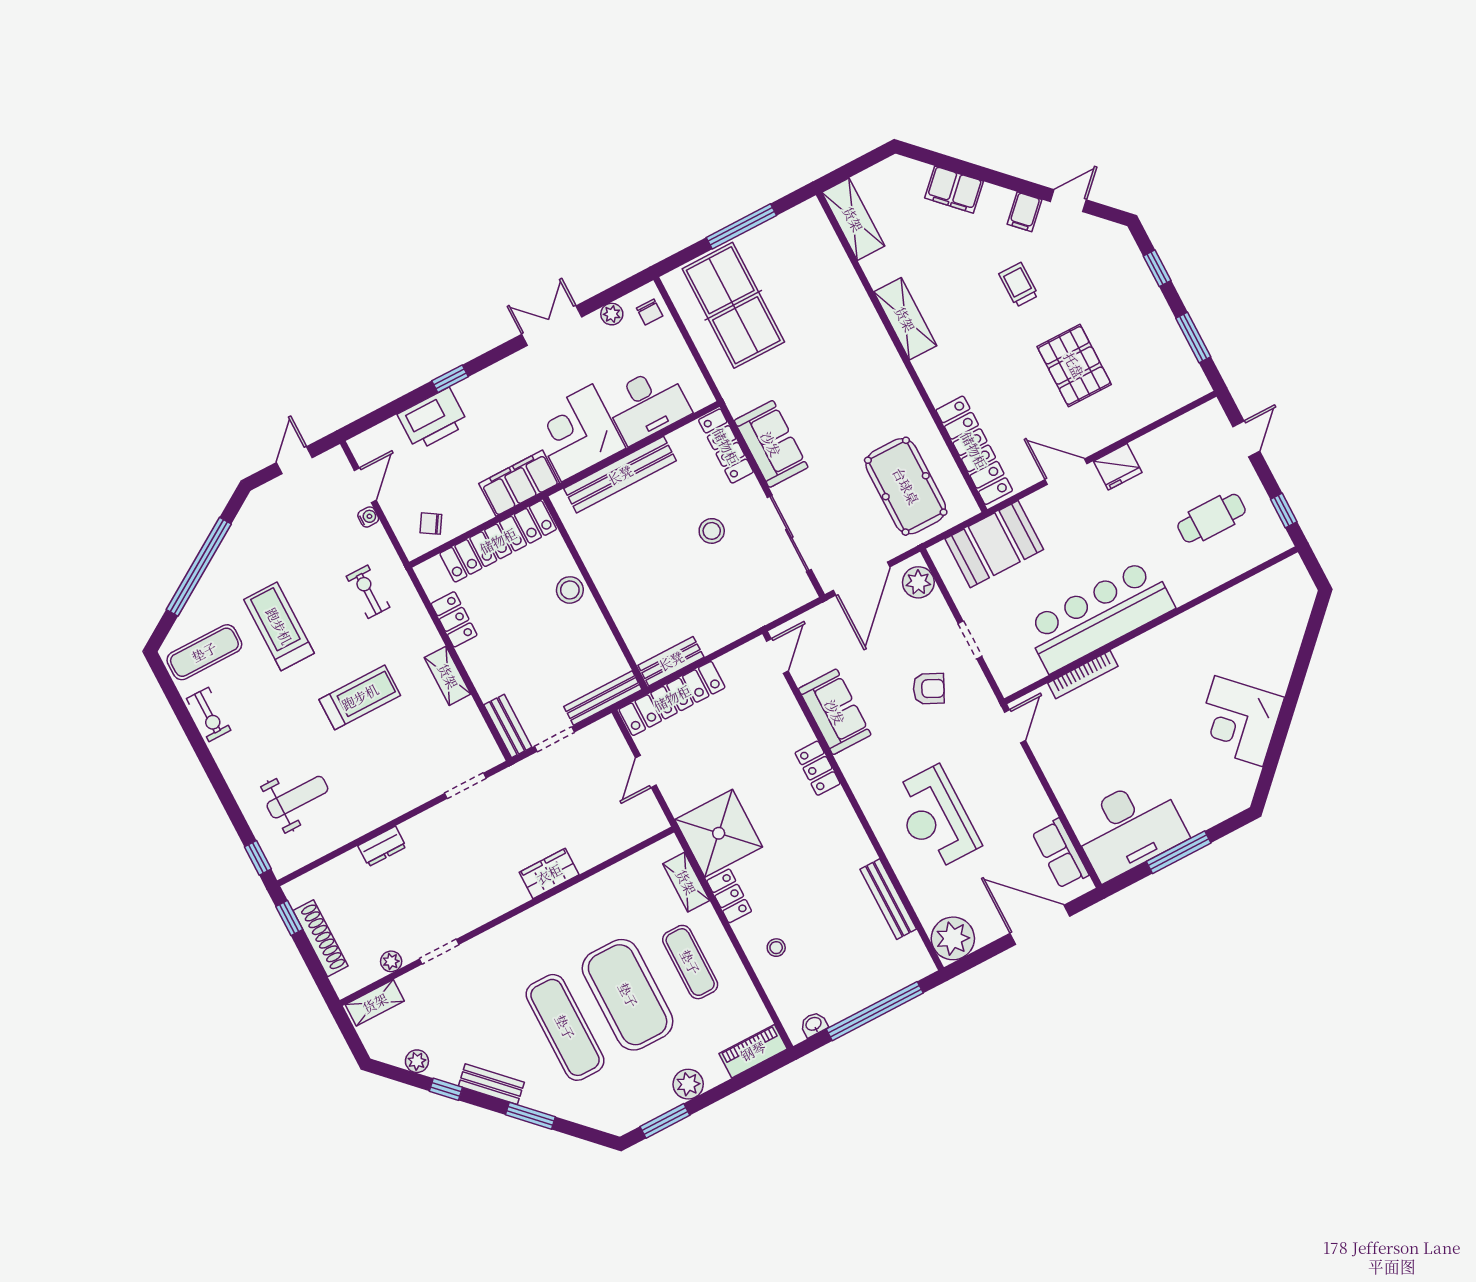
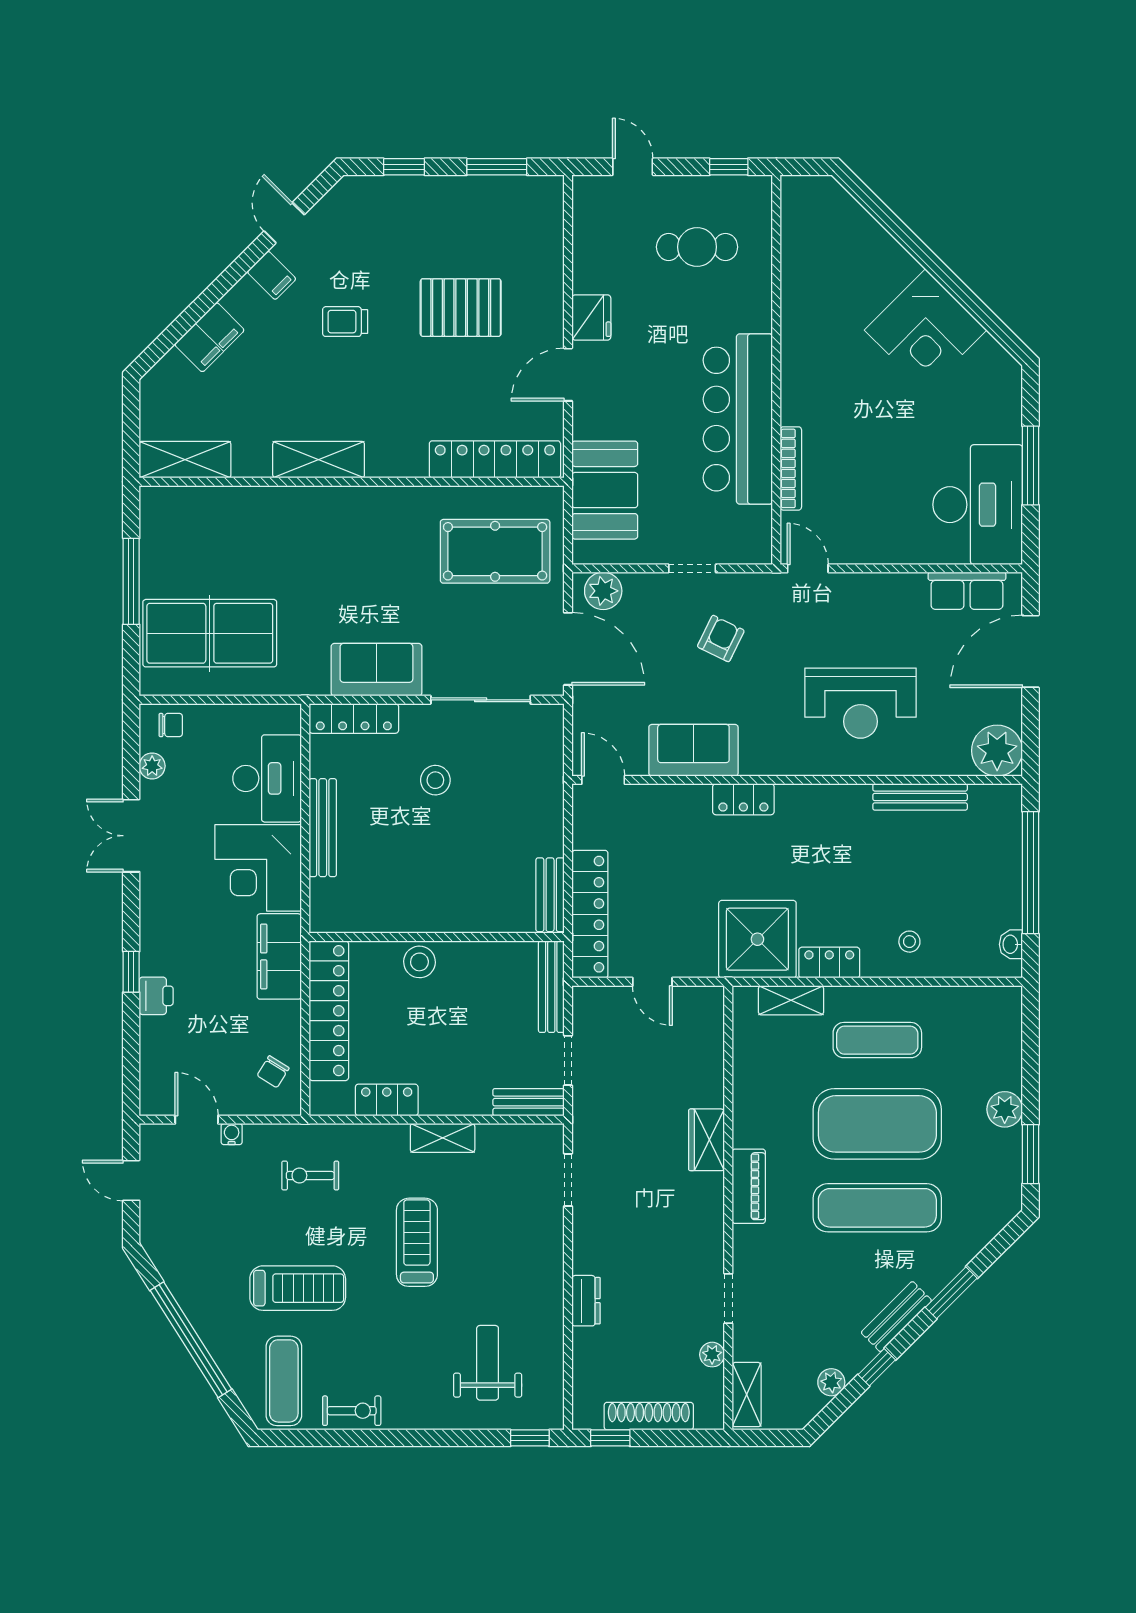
printer: (433, 419) -> (156, 996), width x0.53, depth x0.68
bench: (620, 475) -> (323, 828), width x0.73, depth x0.82
cafe table: (1212, 518) -> (697, 247), turned 90
treadmill: (279, 626) -> (298, 1288), turned 180
piano: (753, 1051) -> (749, 1186), moved, turned 180

